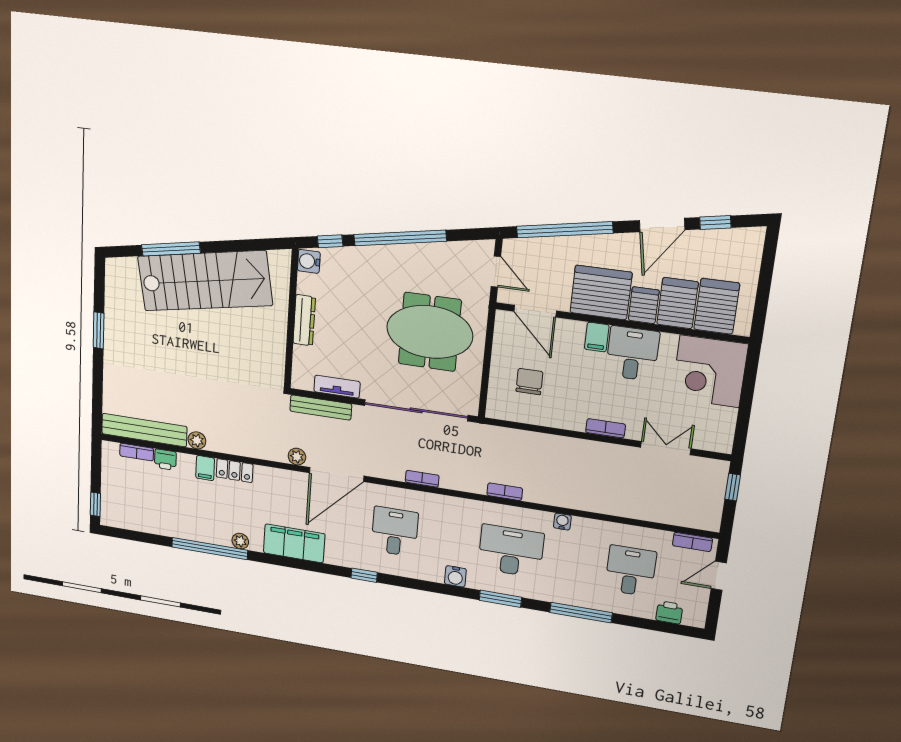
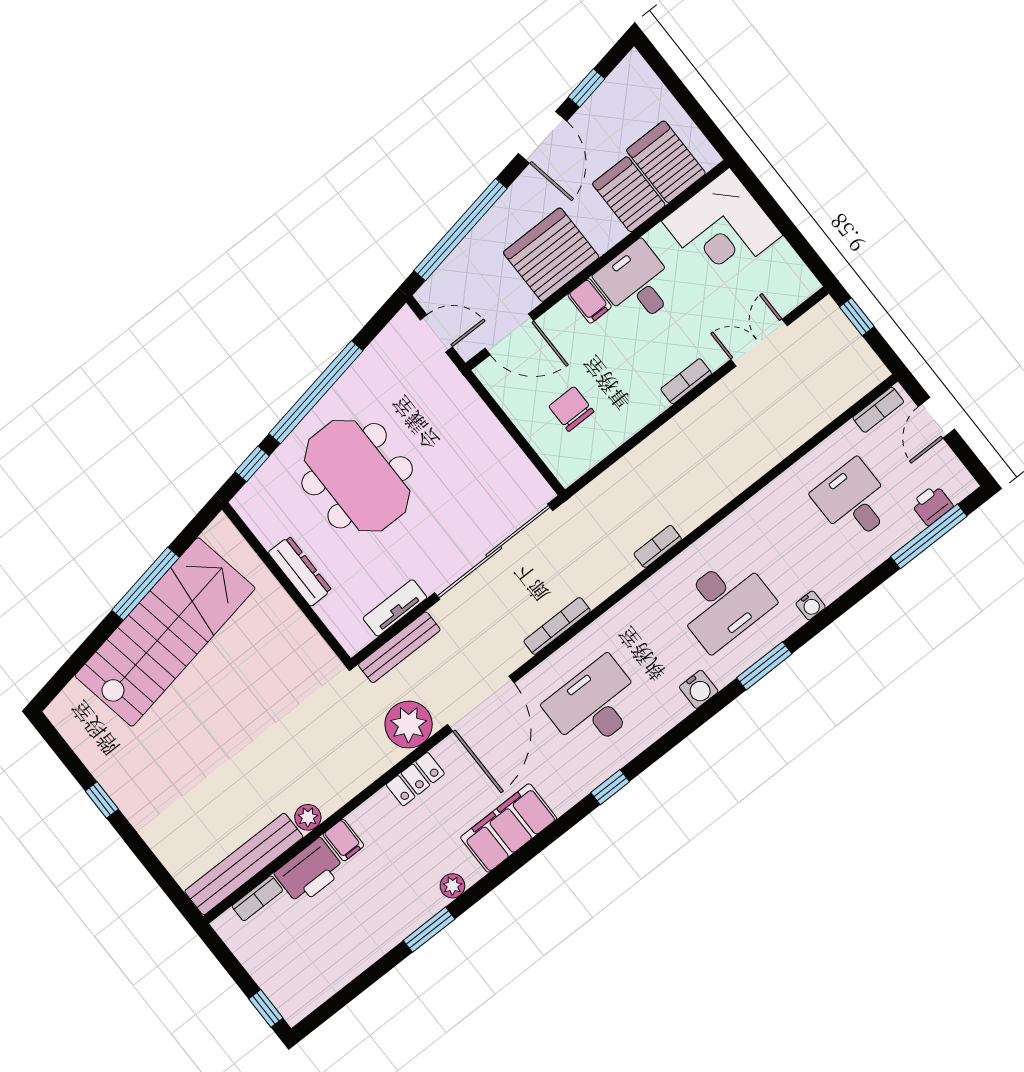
window: (171, 249) -> (146, 584), moved
water cooler: (309, 261) -> (250, 505), removed
server rack: (644, 305) -> (601, 227), removed
window: (99, 330) -> (102, 800), width x0.67
meeting table: (430, 332) -> (357, 476), moved, turned 90
plant: (297, 457) -> (409, 725), width x1.87, depth x1.87
printer: (165, 460) -> (310, 872), width x1.87, depth x1.48
locker: (235, 471) -> (415, 779), moved
bookcase: (422, 479) -> (557, 626), width x1.56
water cooler: (562, 522) -> (811, 605), moved, turned 180
desk: (395, 532) -> (595, 705), width x1.37
window: (210, 549) -> (429, 930), width x0.47
desk: (511, 551) -> (724, 603), turned 180
window: (581, 613) -> (929, 536), moved

